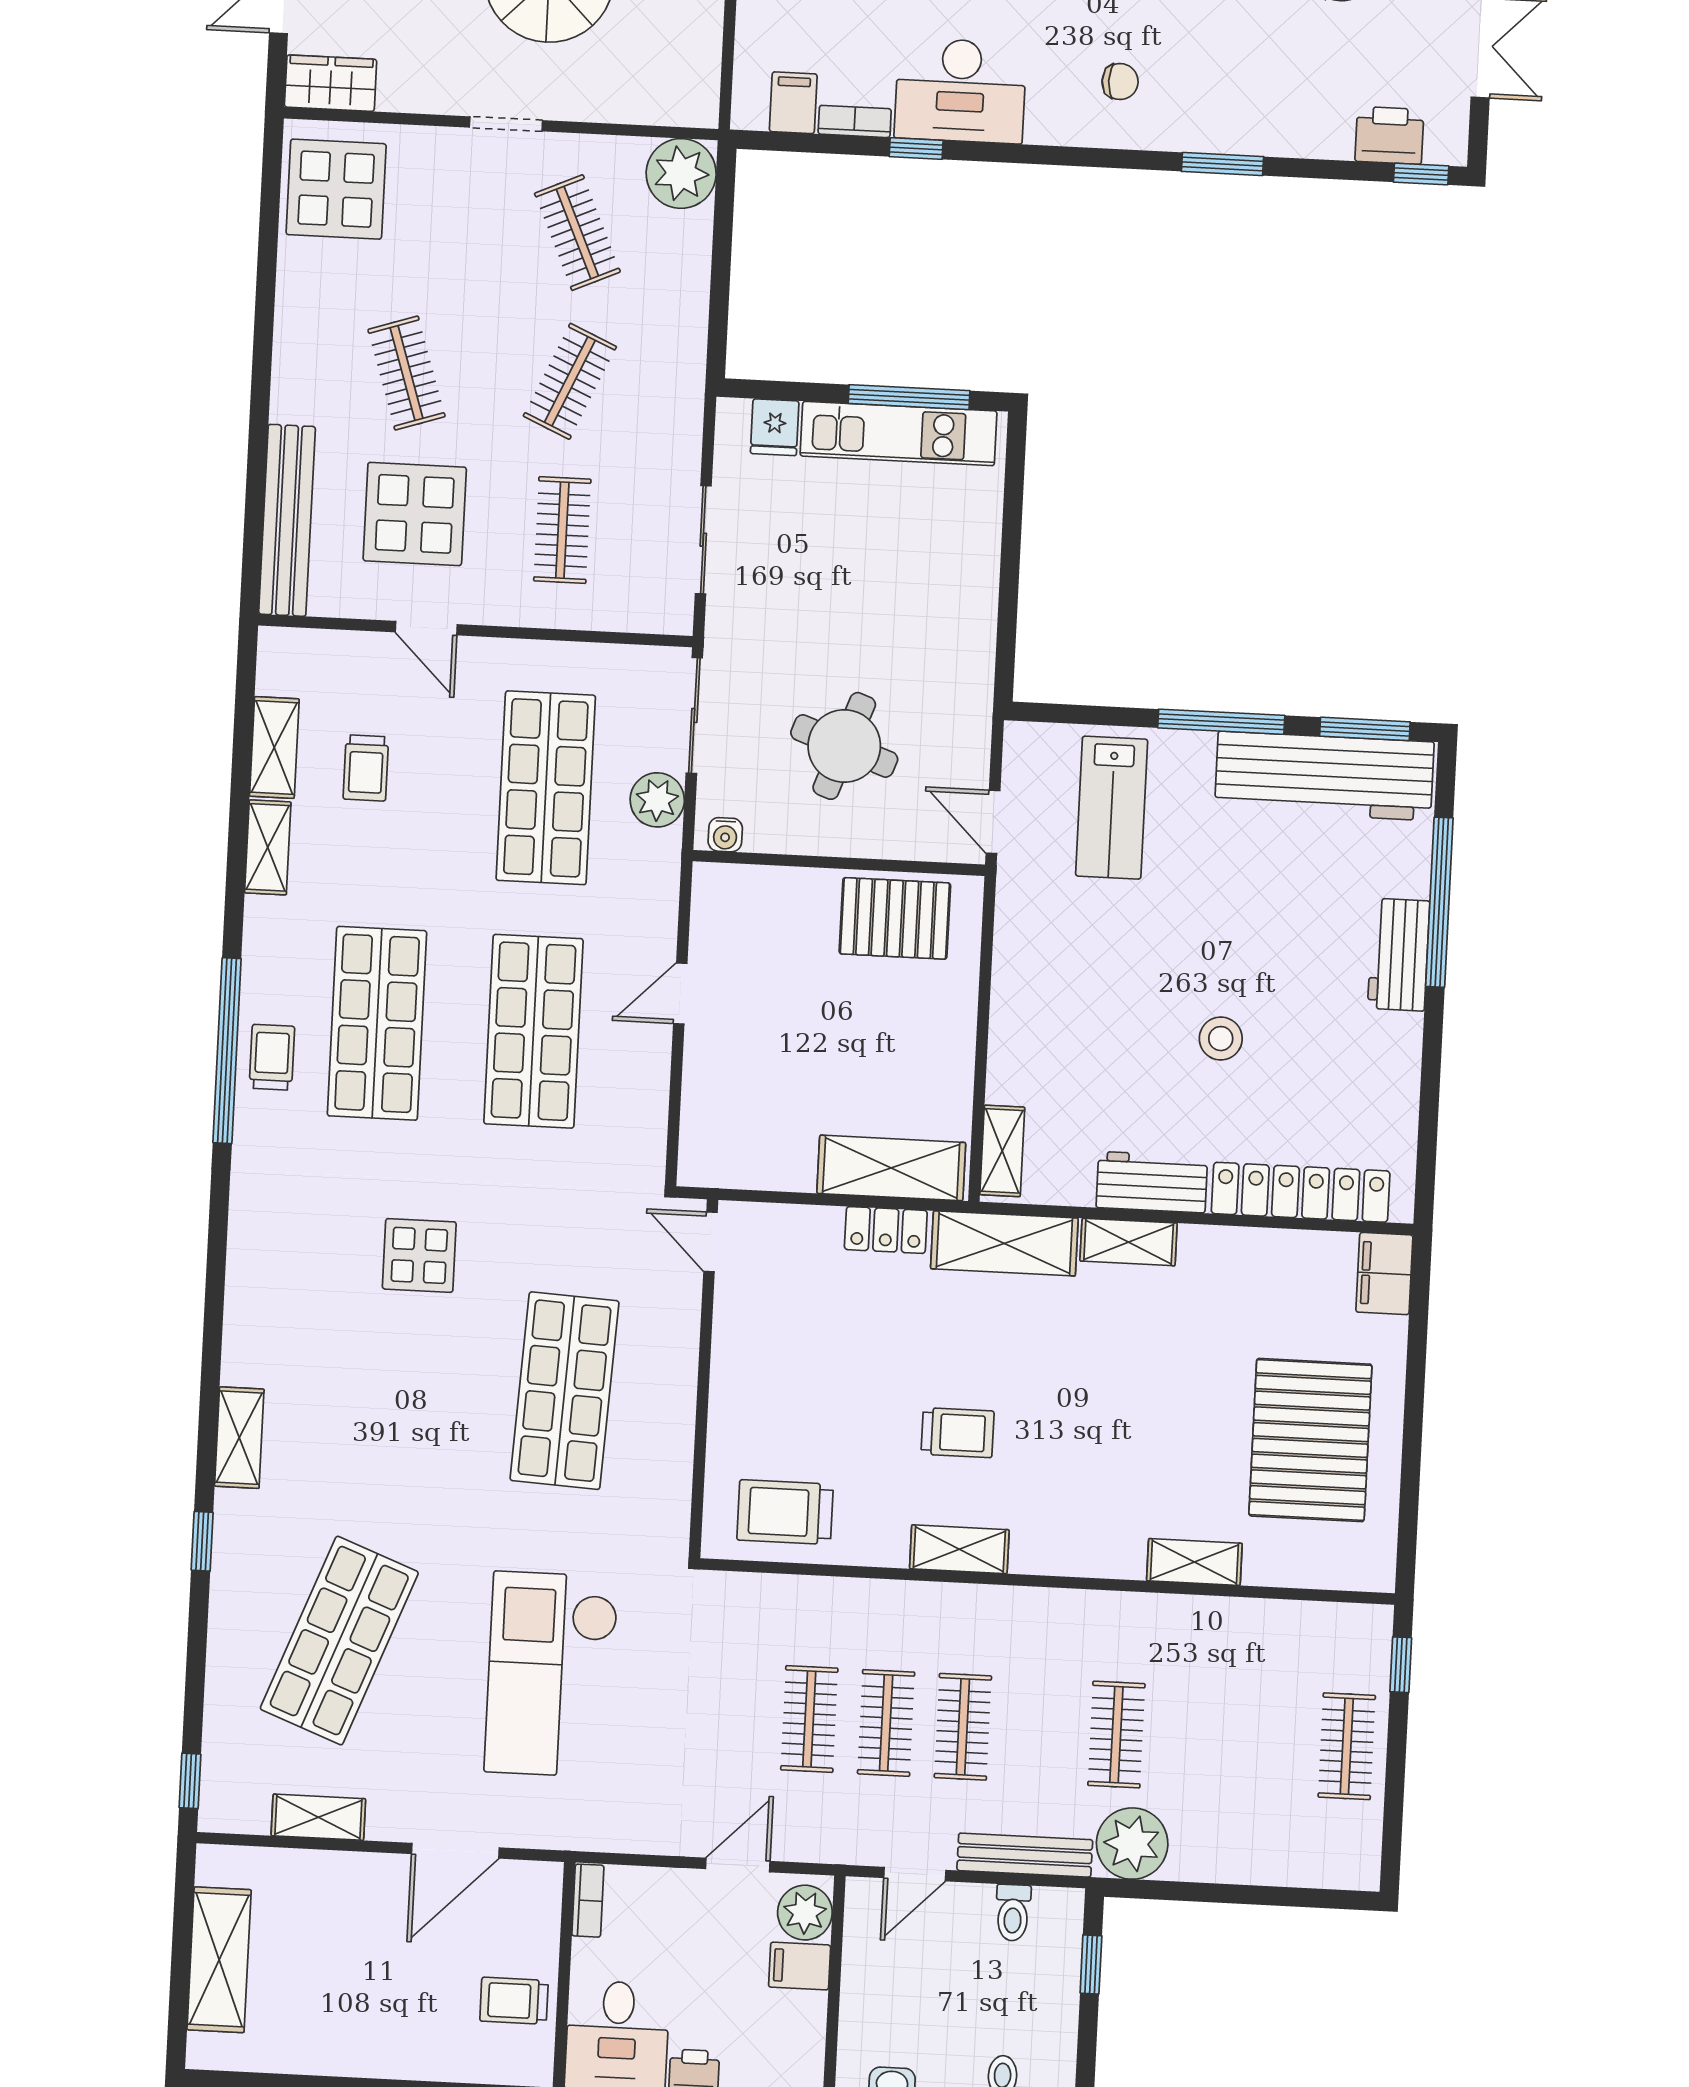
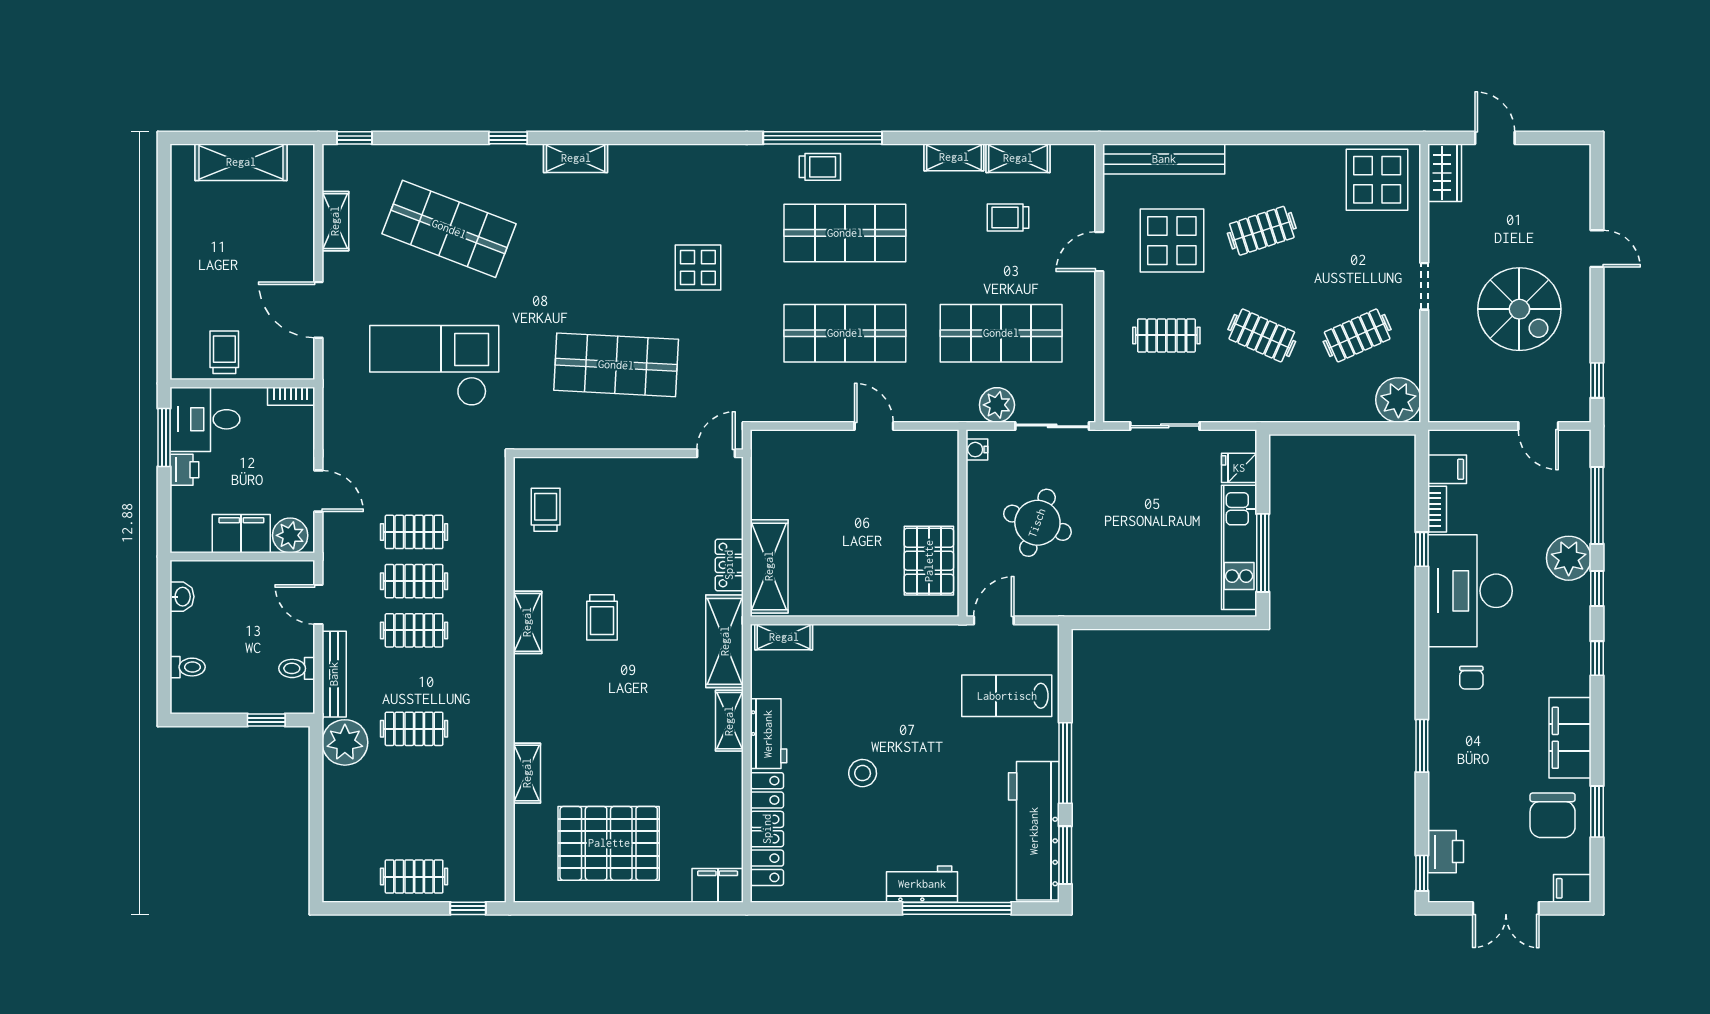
desk: (960, 91) -> (1470, 591), width x1.36, depth x1.30
trolley: (785, 1512) -> (546, 510), width x0.73, depth x0.72
filing cabinet: (800, 1966) -> (241, 534), width x2.00

